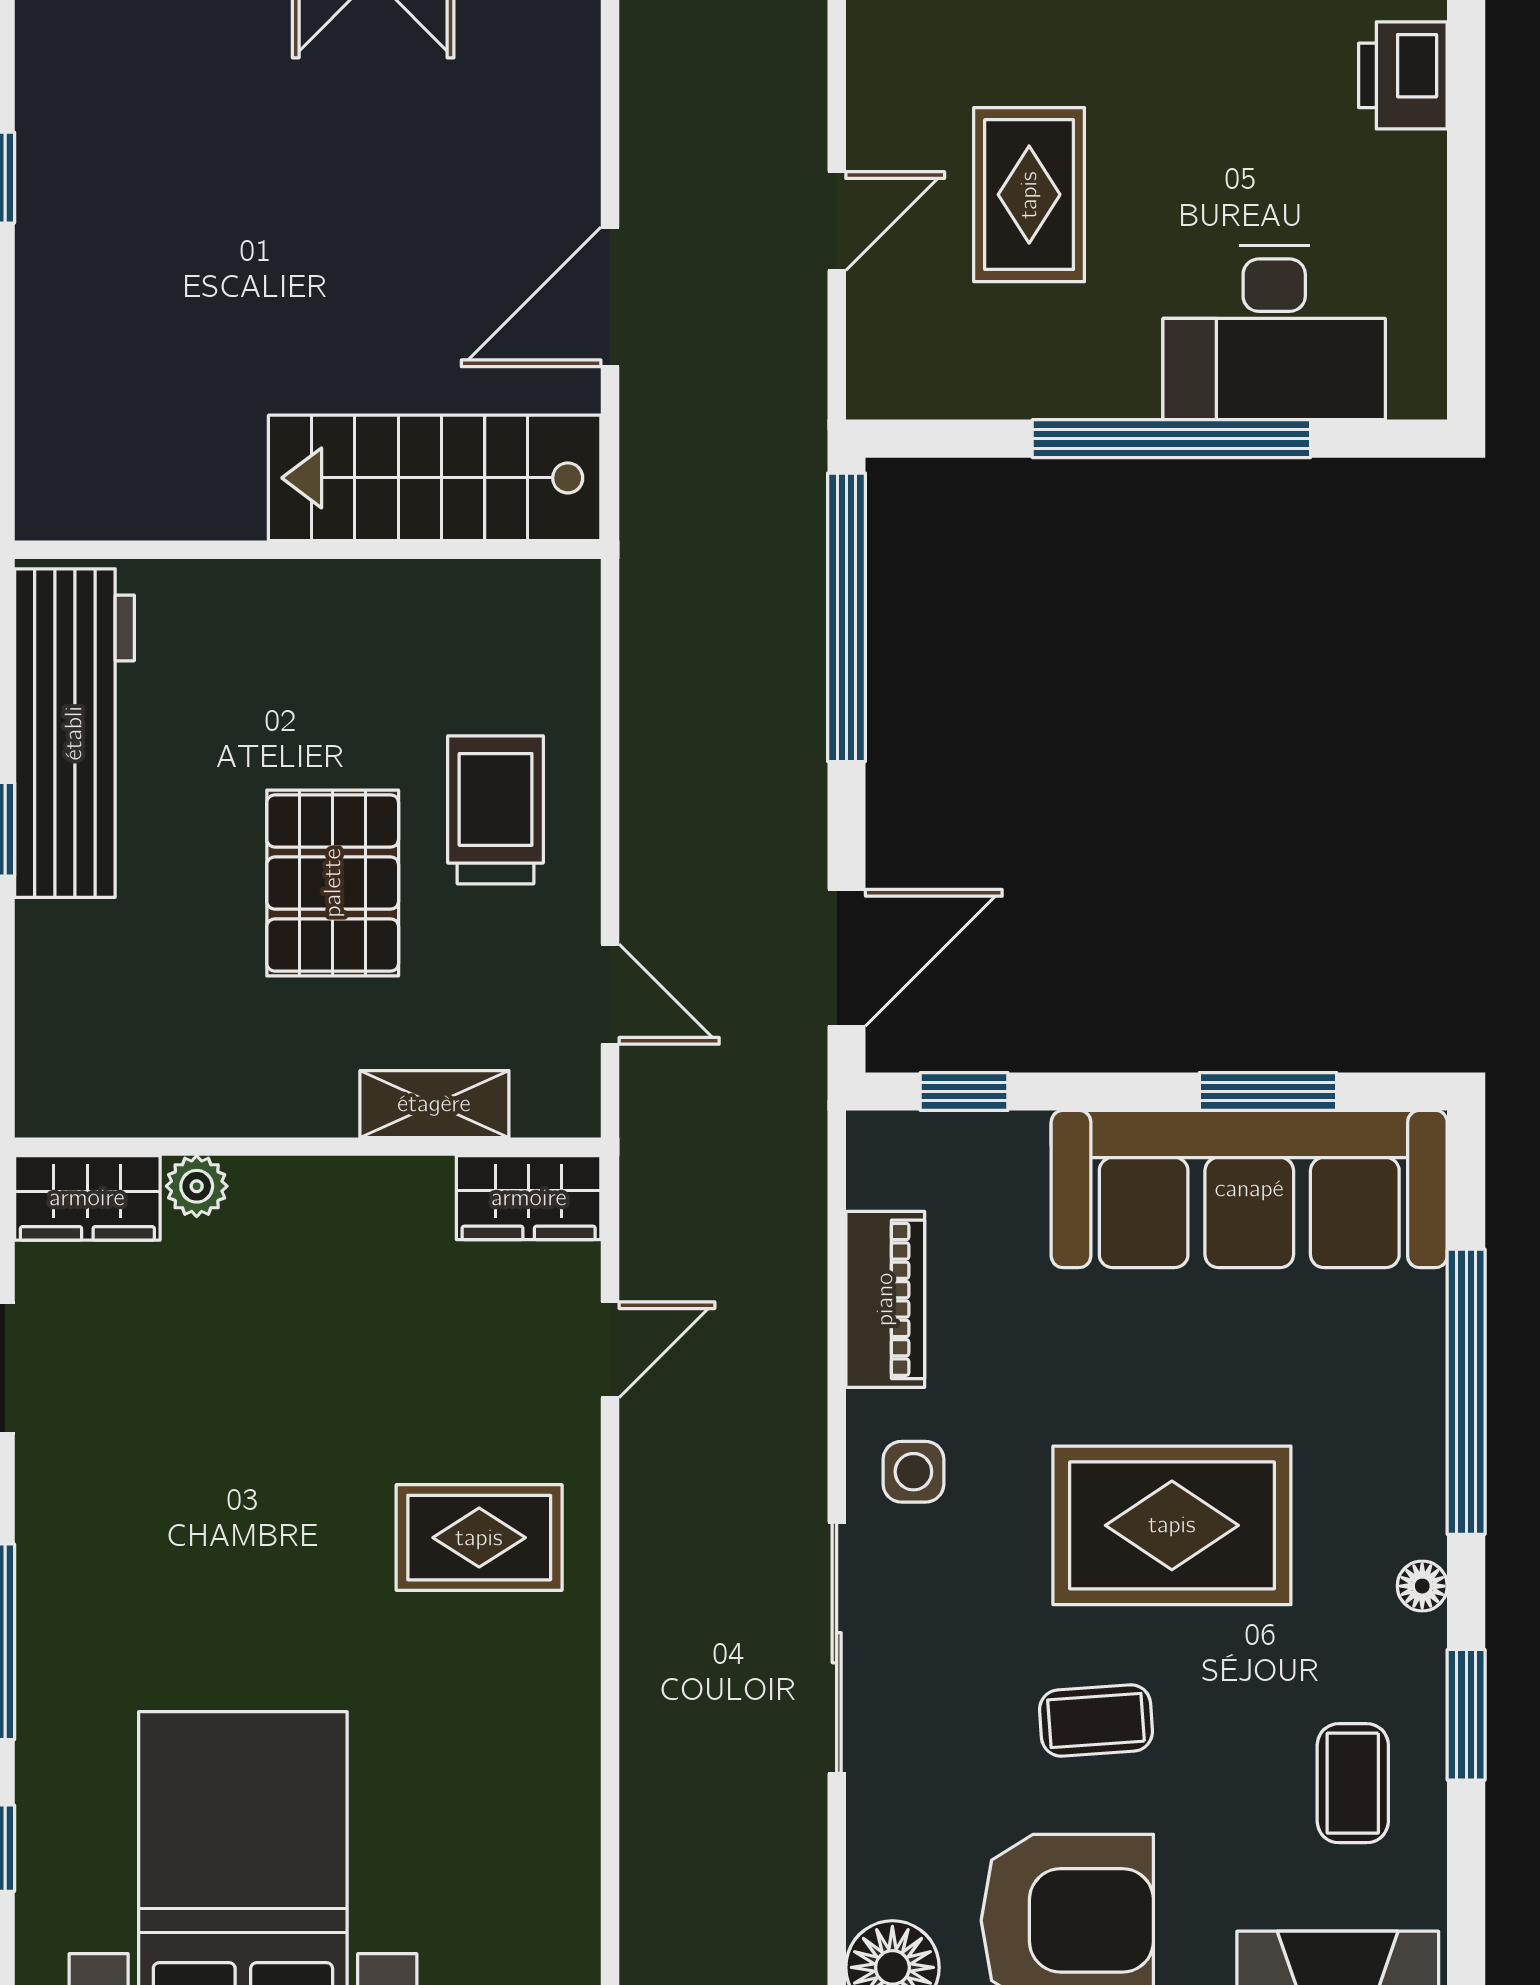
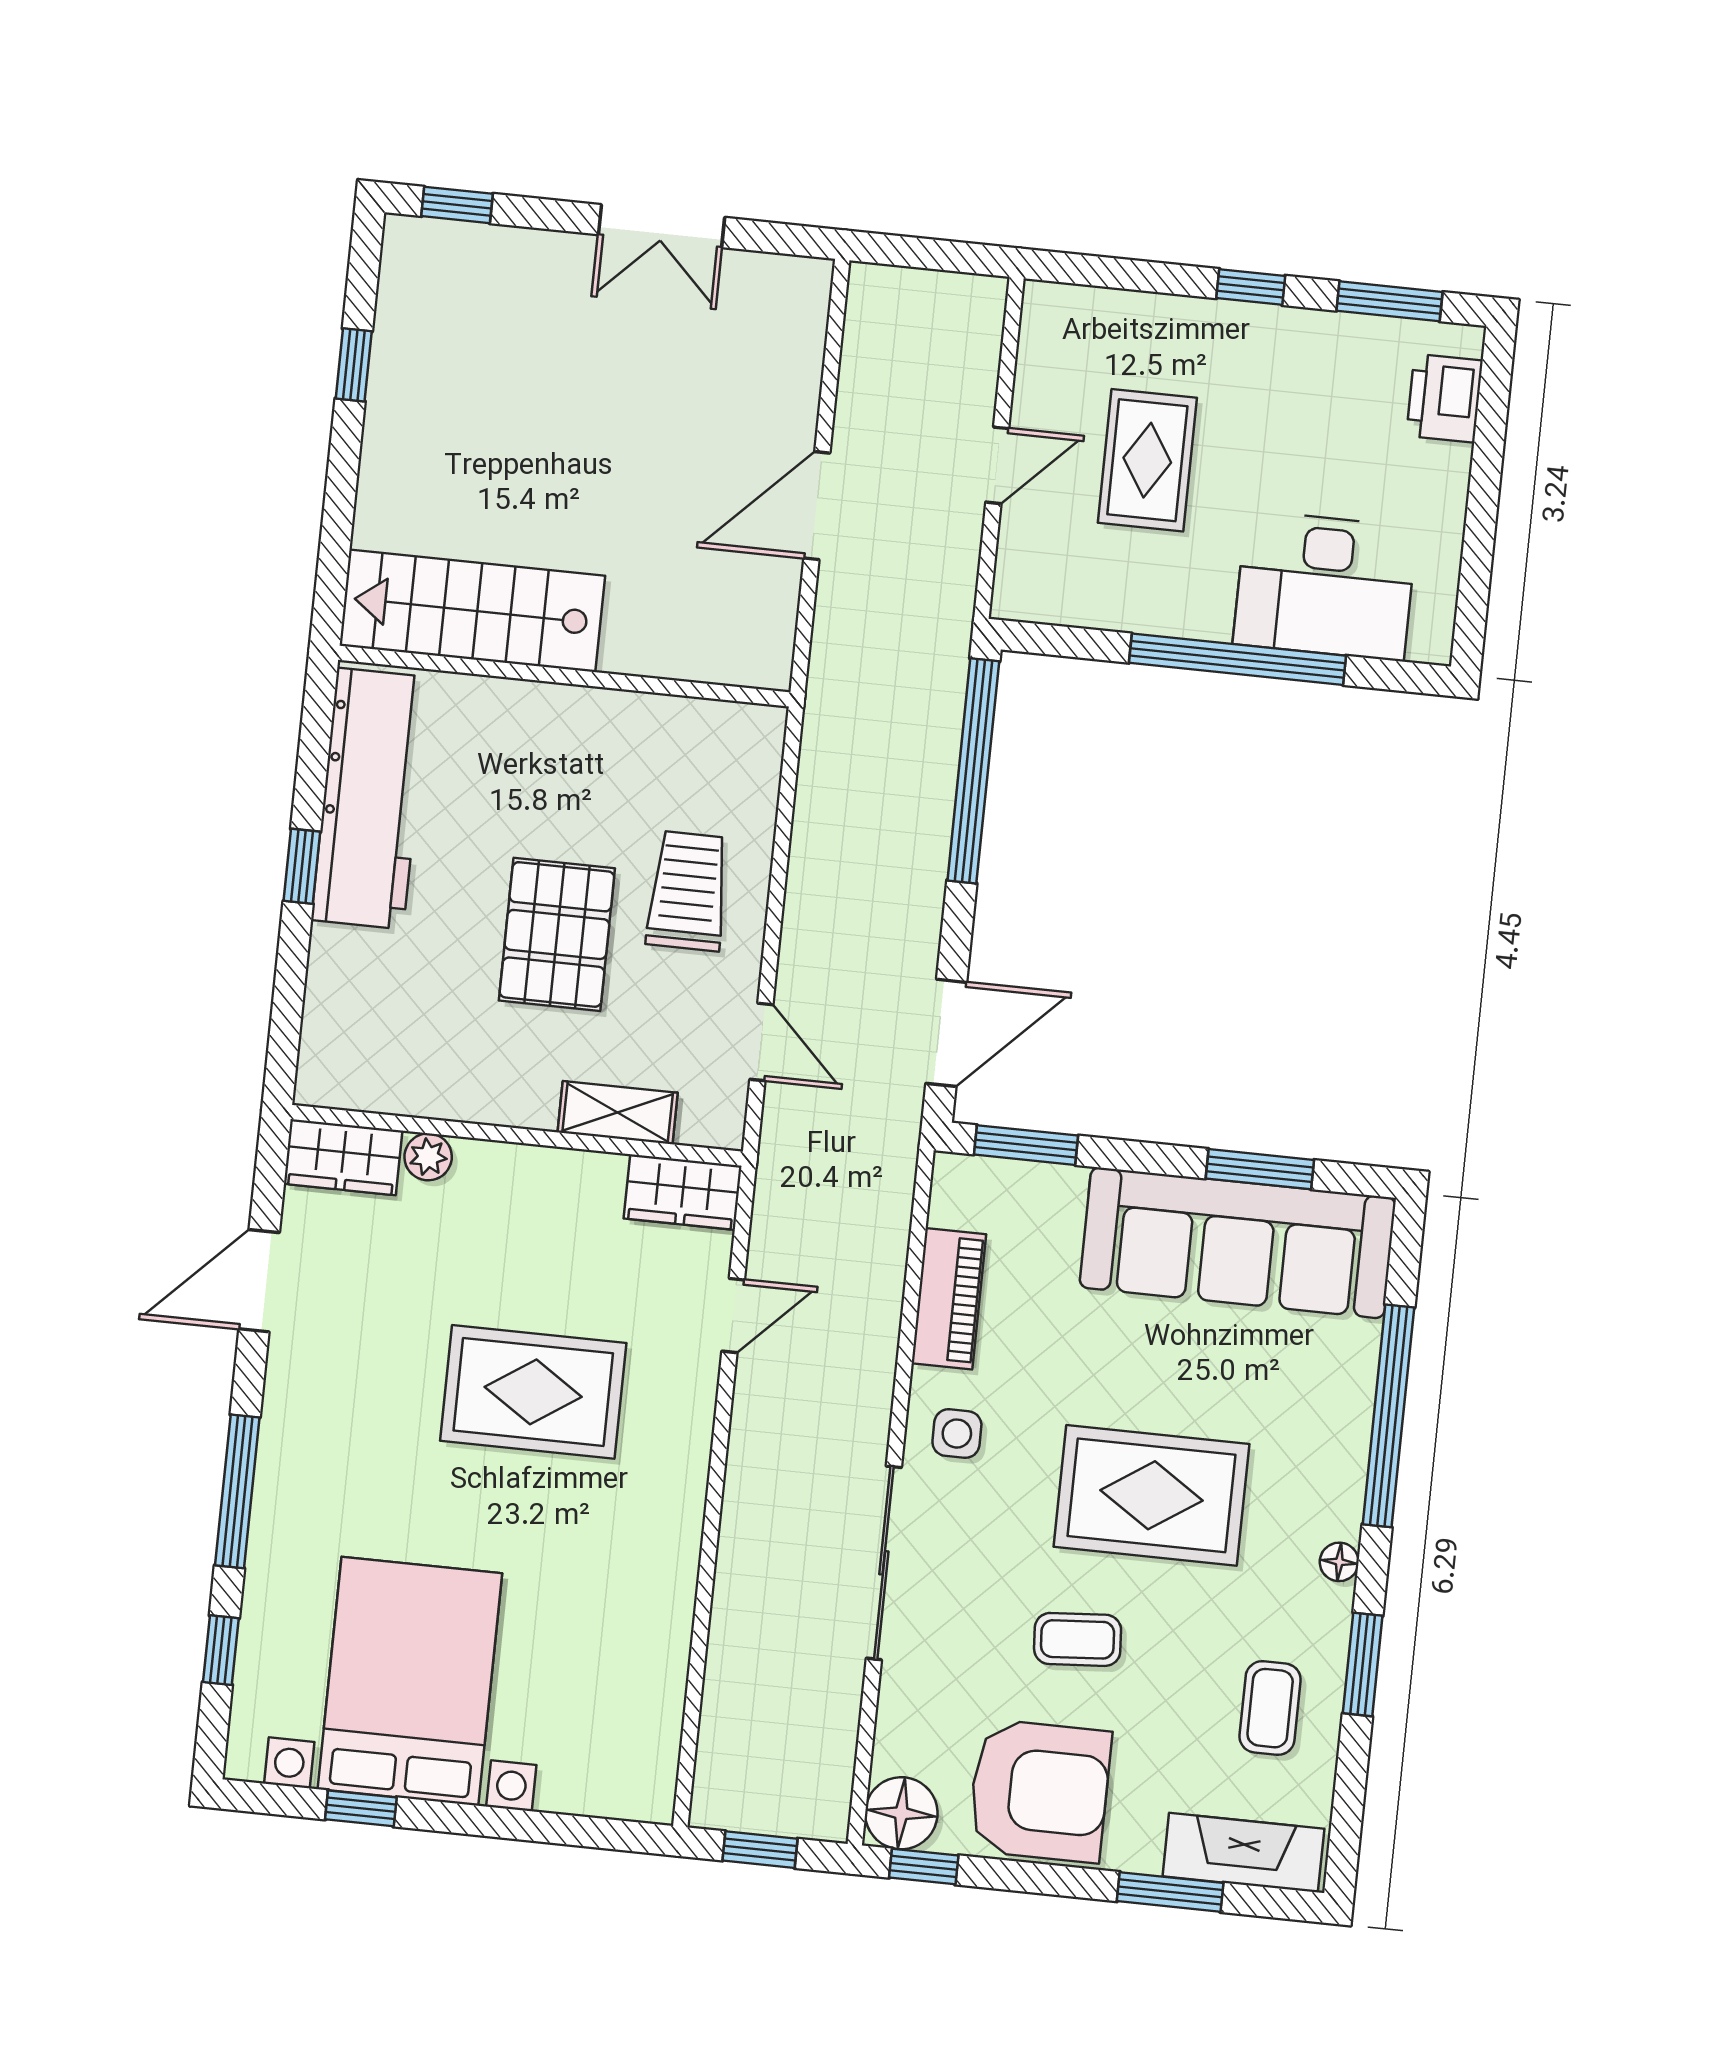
stairs: (435, 478) -> (472, 611), moved
window: (964, 1091) -> (1026, 1145), width x1.50
rug: (479, 1538) -> (533, 1392), moved, width x1.36, depth x1.43

